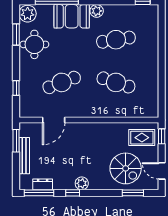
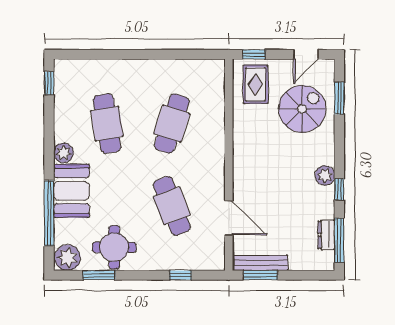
bench: (24, 156) -> (260, 263), moved

